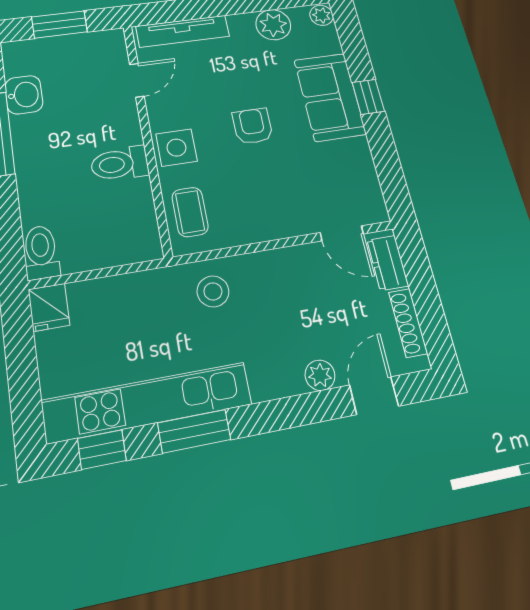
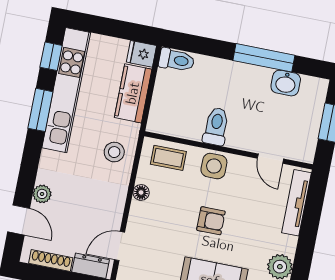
floor lamp: (255, 232) -> (141, 192), added
kitchen counter: (115, 297) -> (133, 93), added

